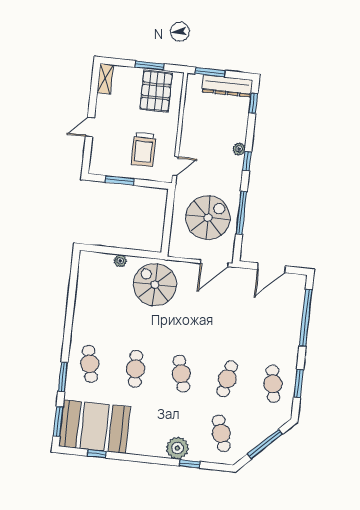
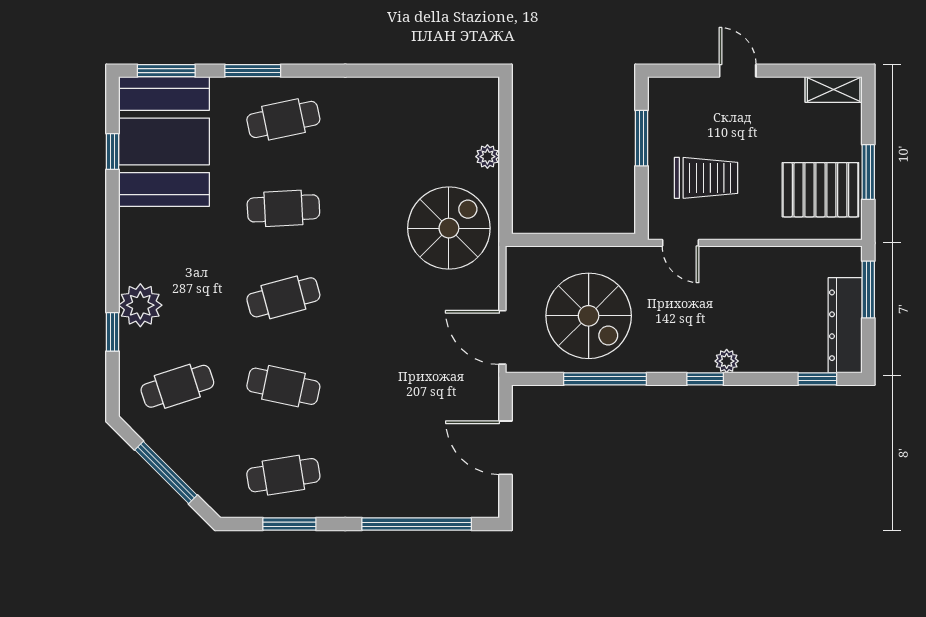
trolley: (144, 149) -> (706, 178), turned 180

